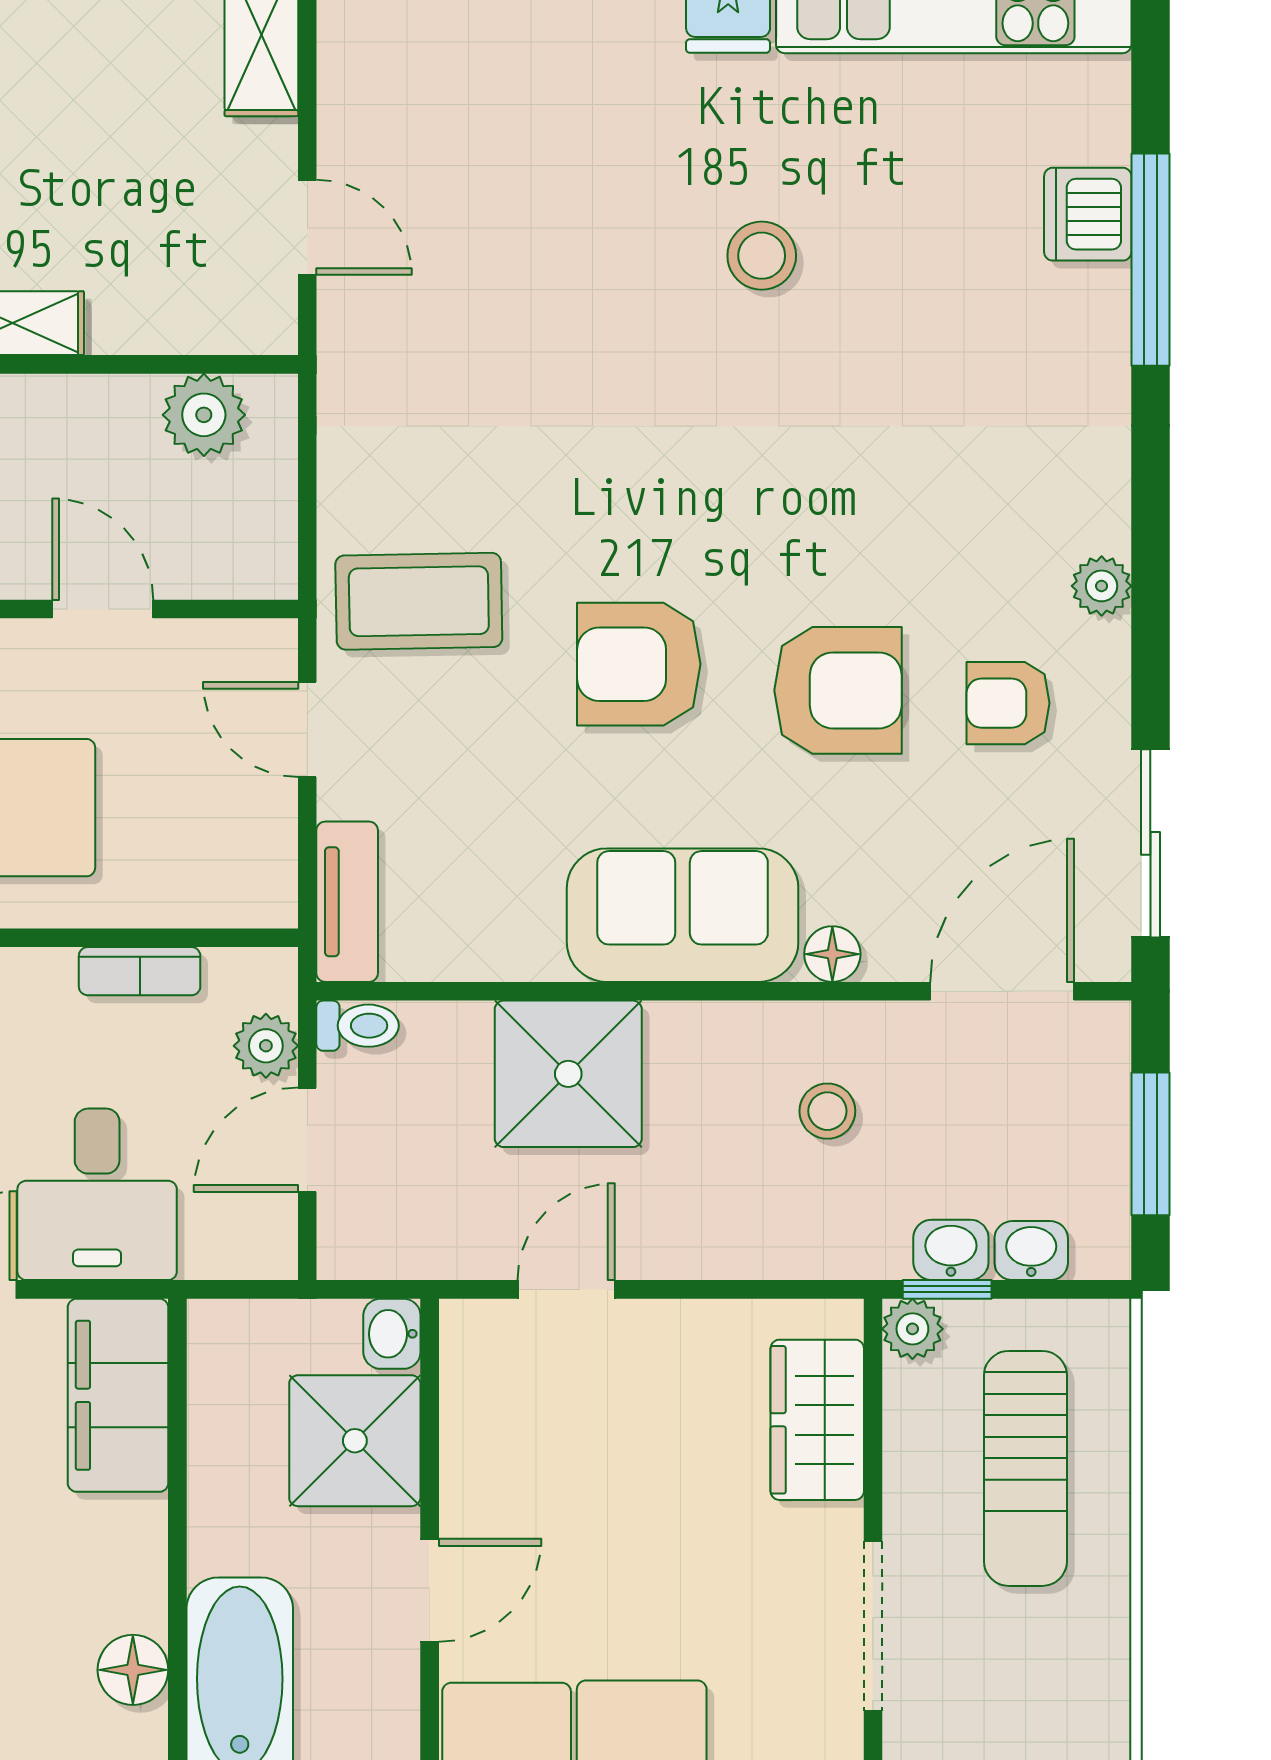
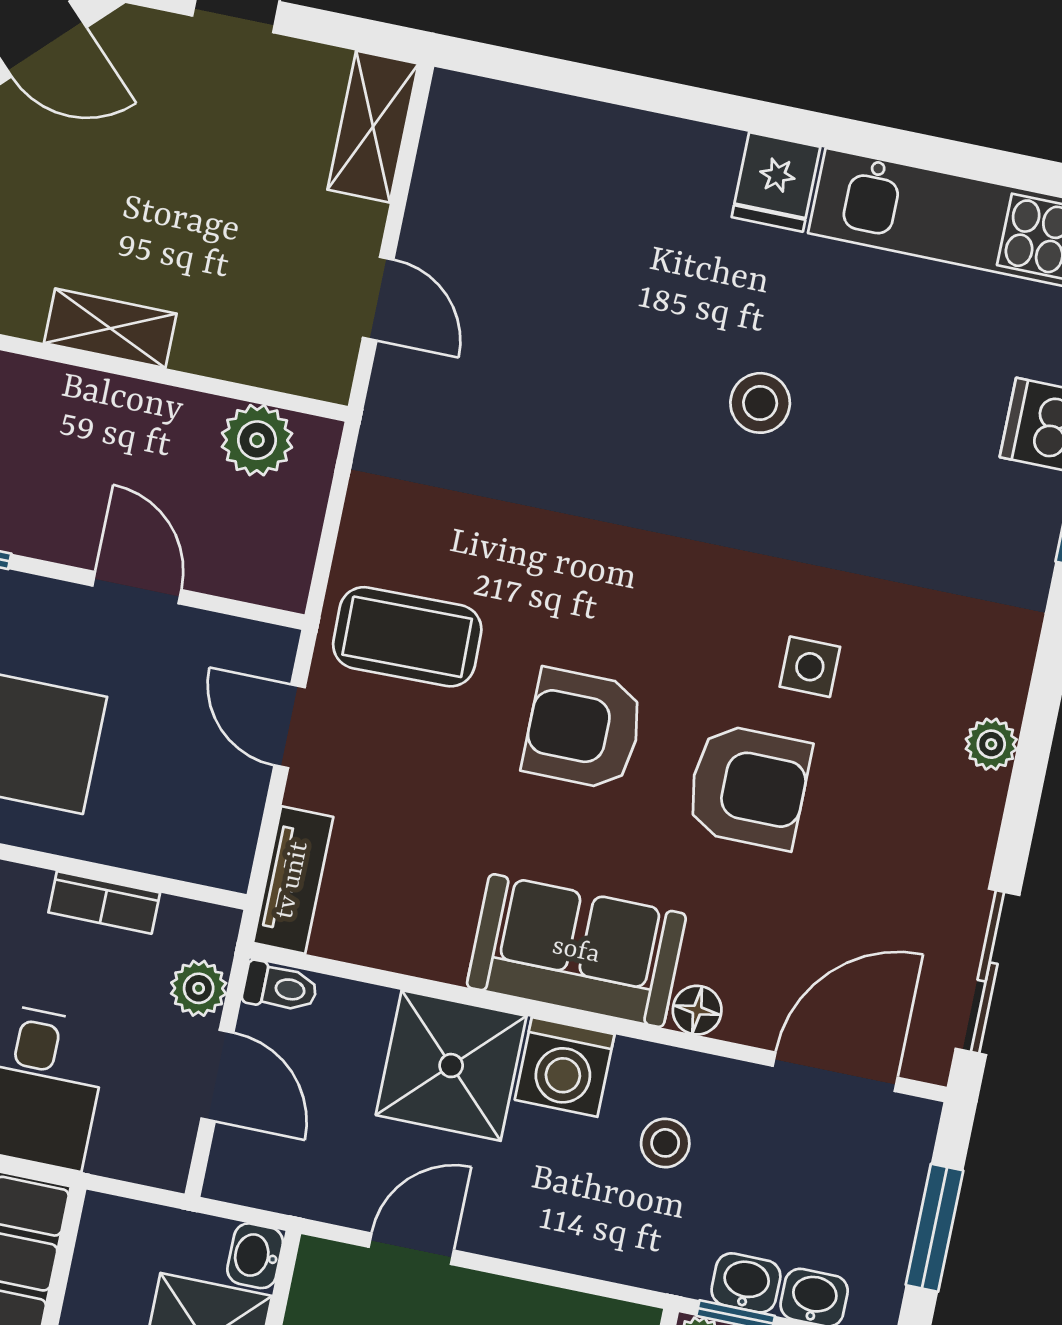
side table: (879, 541) -> (810, 667), added
armchair: (1008, 703) -> (891, 827), removed
washing machine: (696, 1049) -> (565, 1067), added
door: (307, 1140) -> (217, 1076), swing flipped

